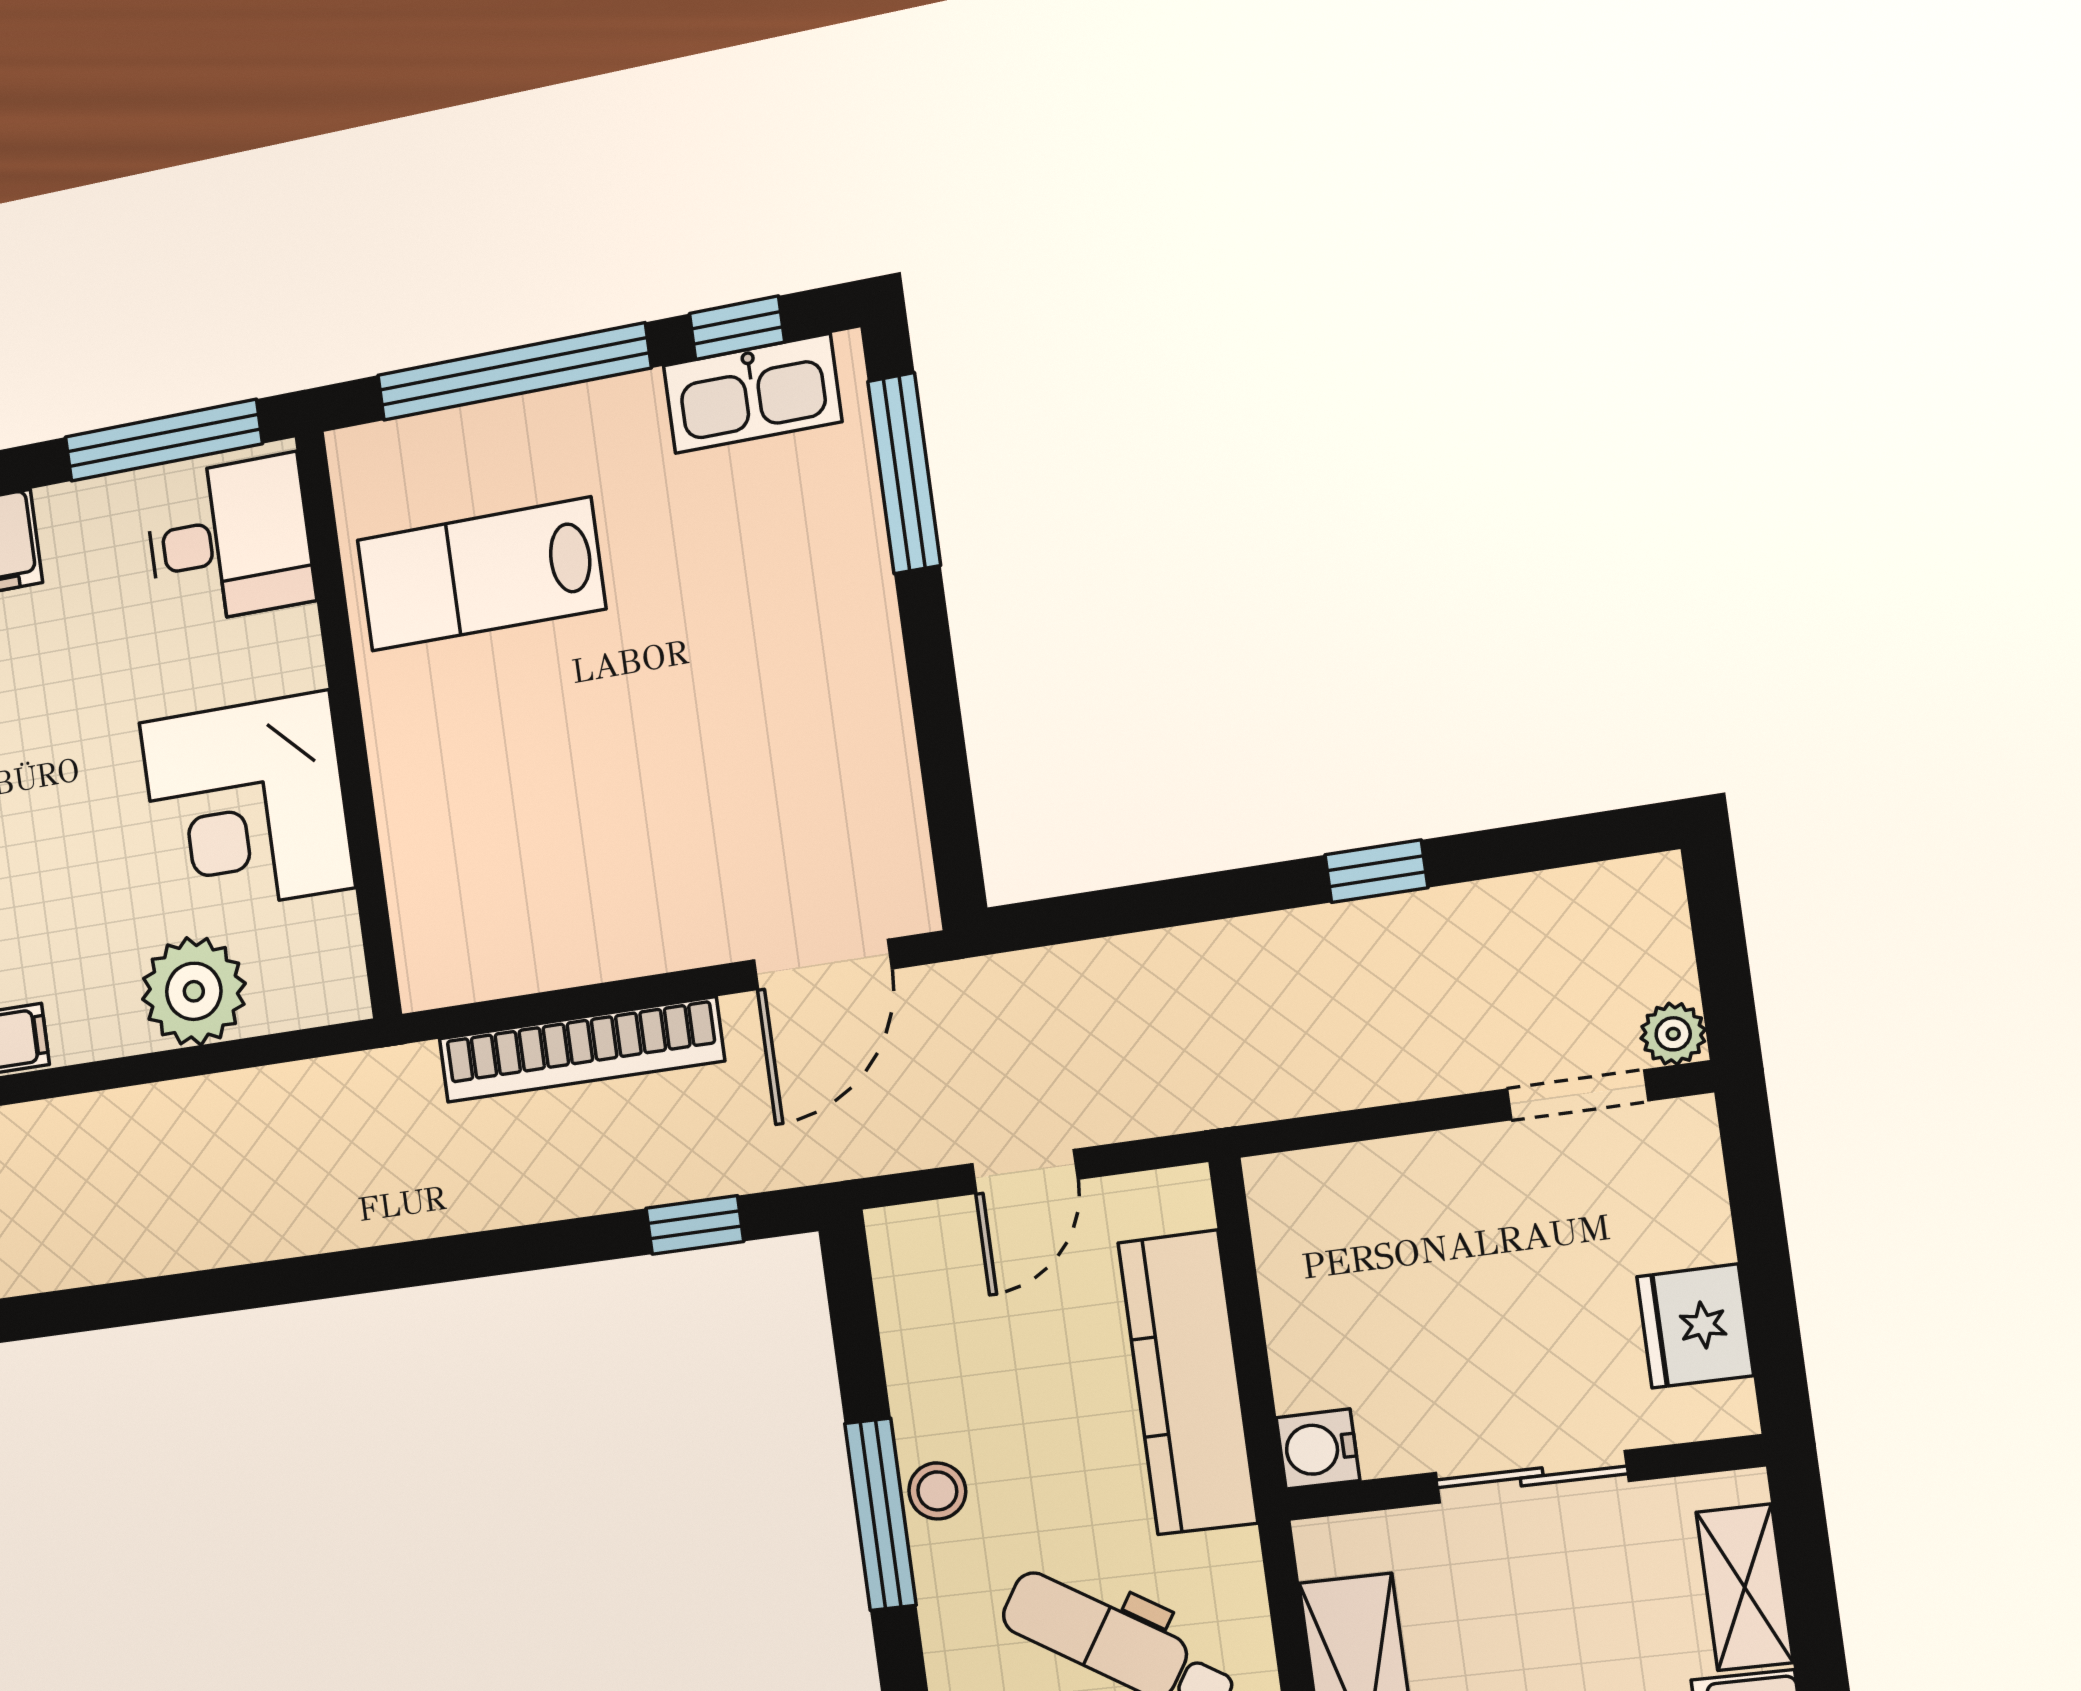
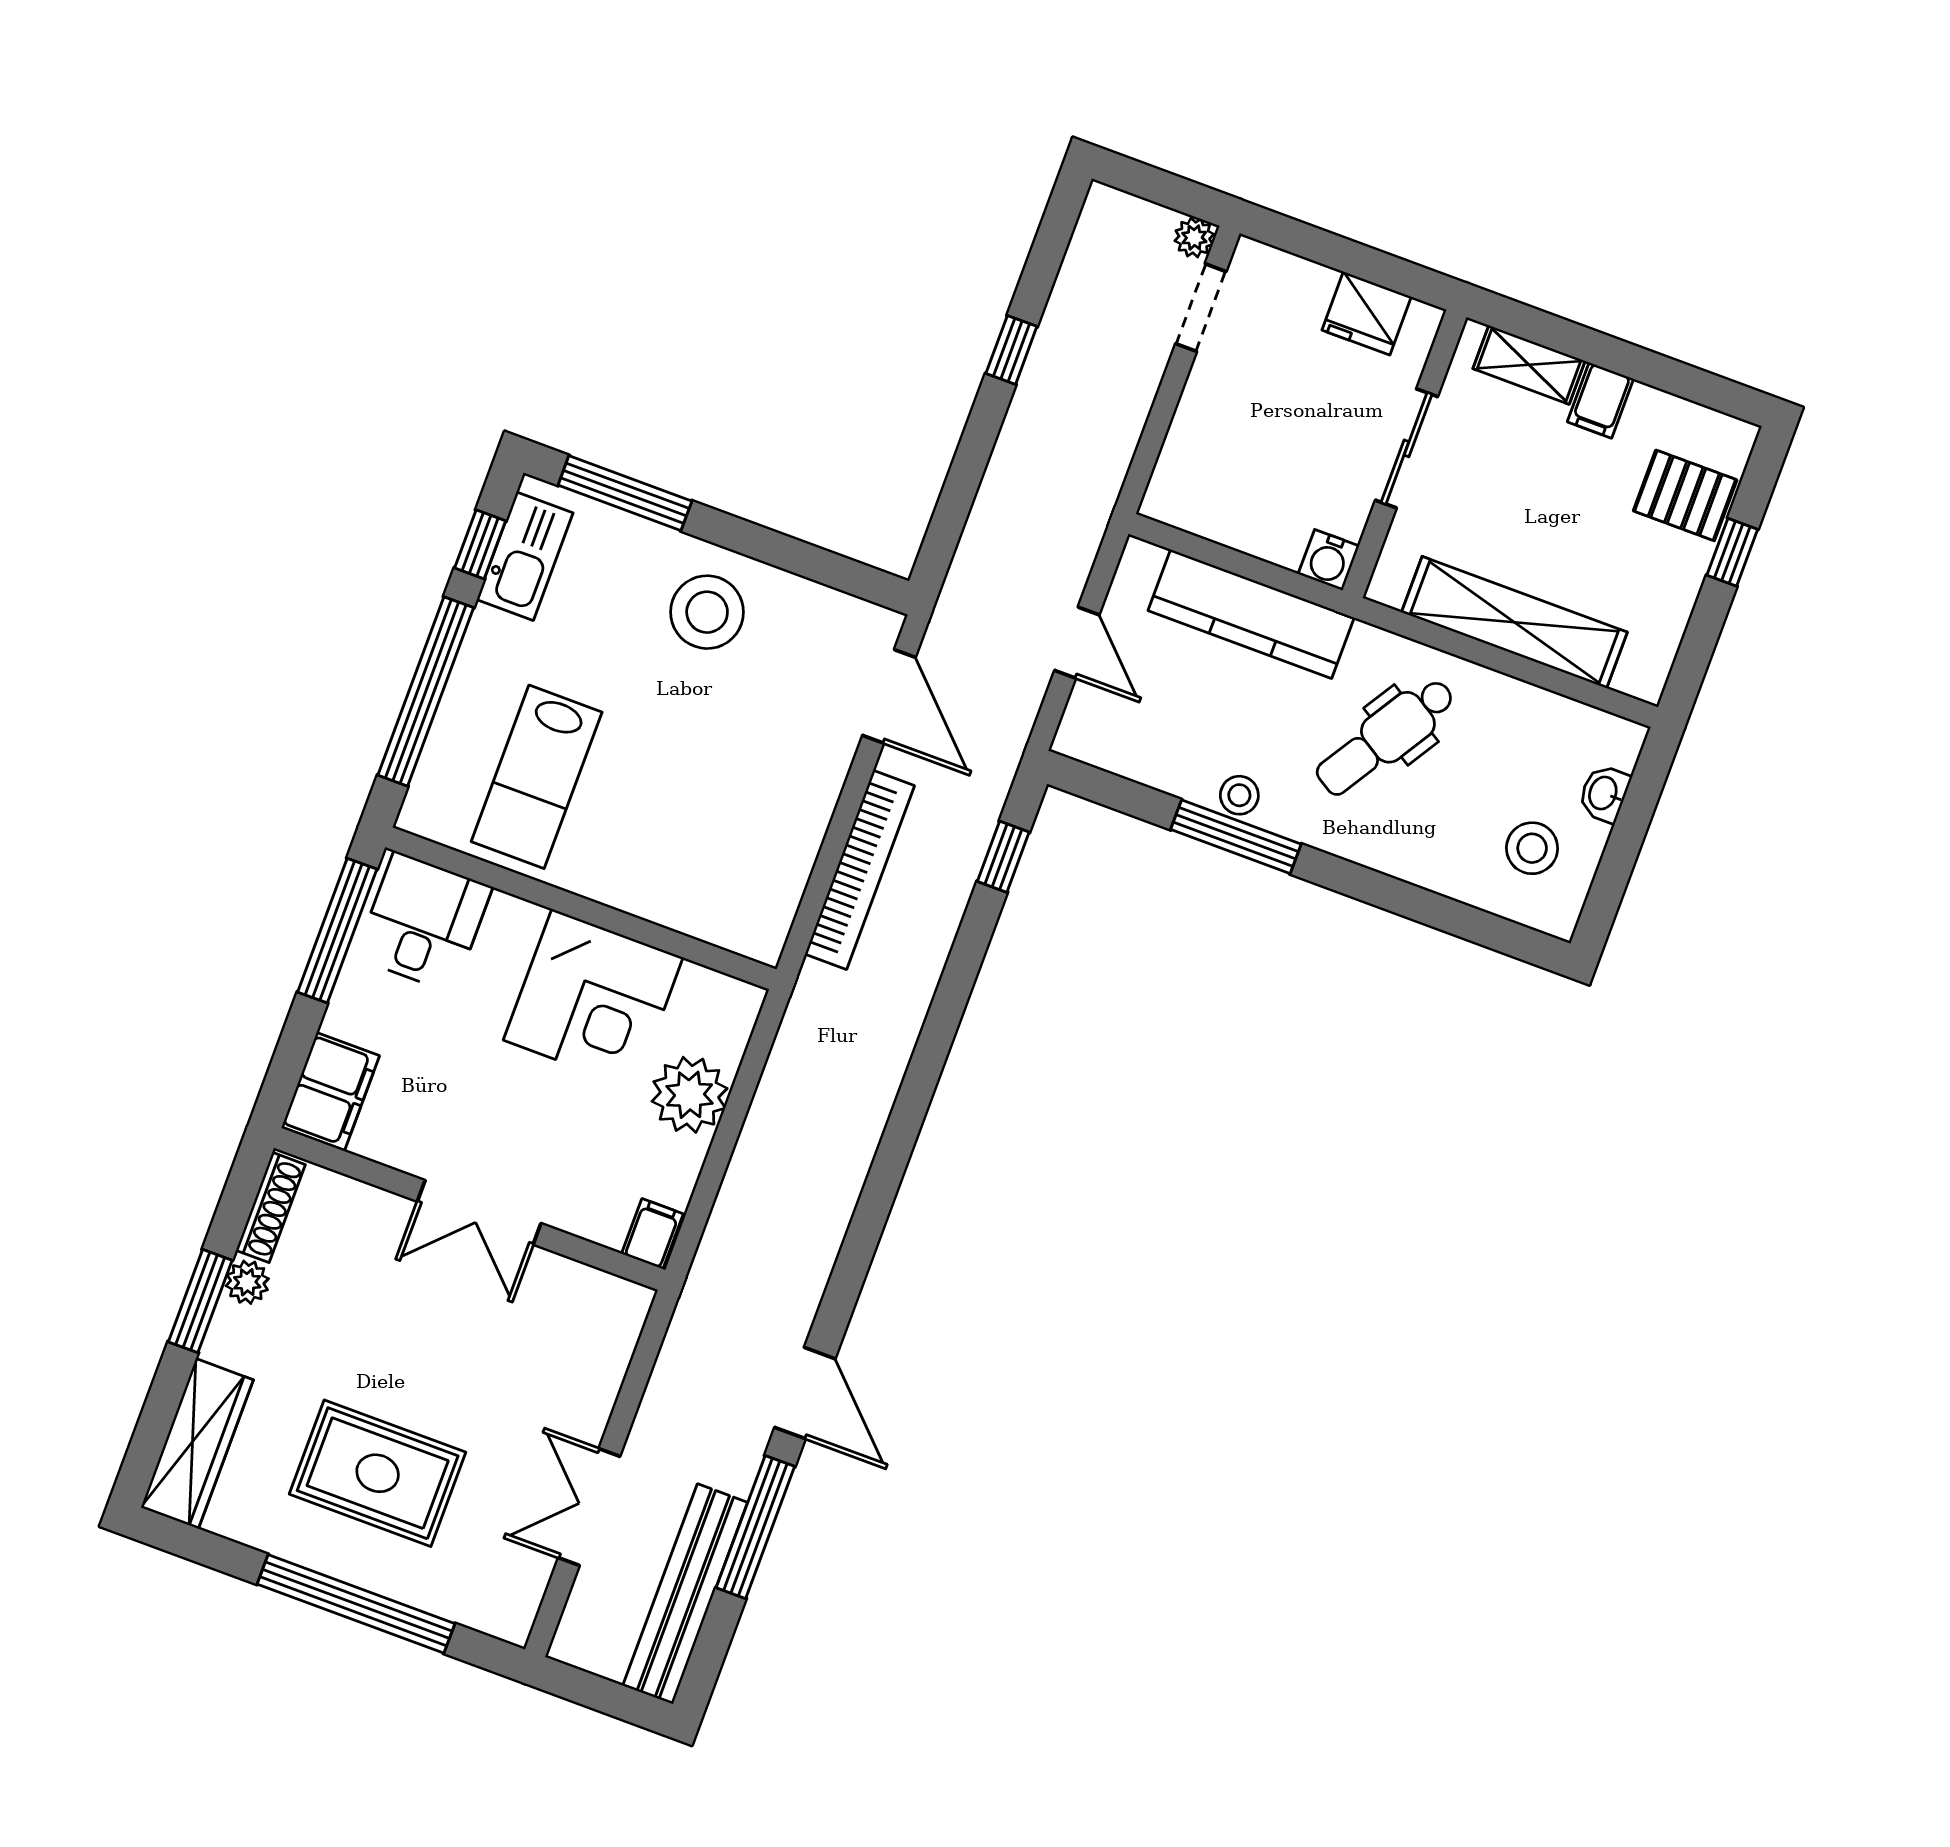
stool: (806, 669) -> (707, 612), added

